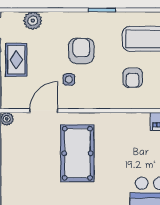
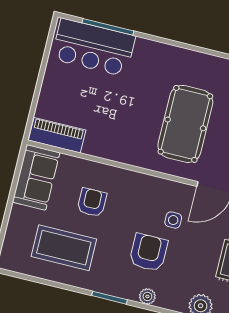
plant: (74, 18) -> (147, 296), added
armchair: (81, 51) -> (148, 252), turned 180

